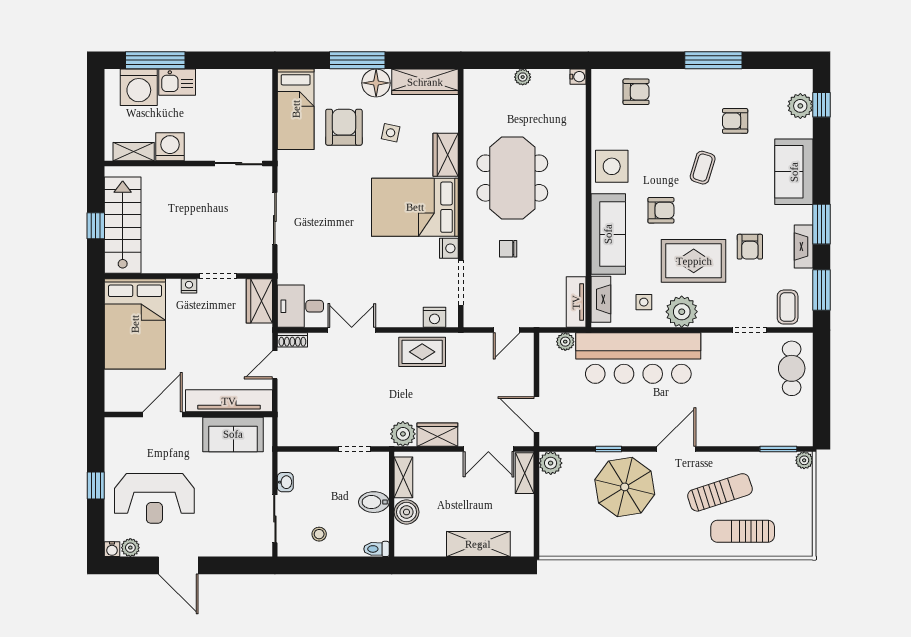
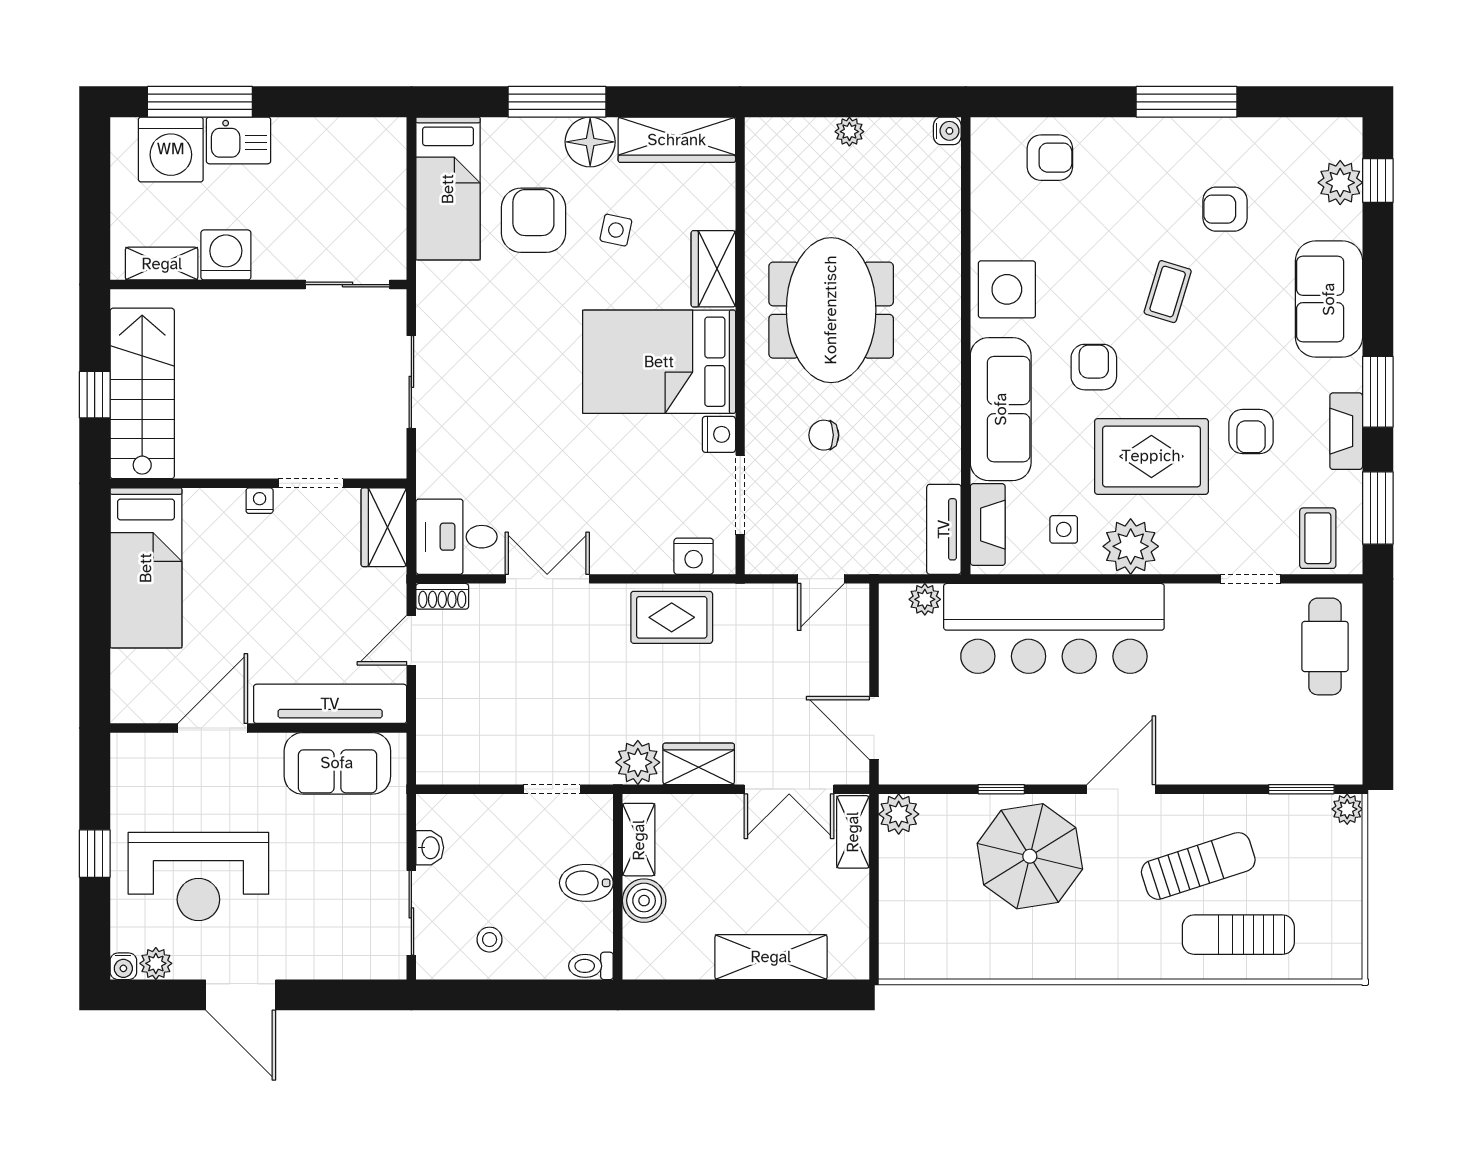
armchair: (661, 210) -> (1094, 367), turned -90
bed: (135, 324) -> (146, 568), width x0.67

